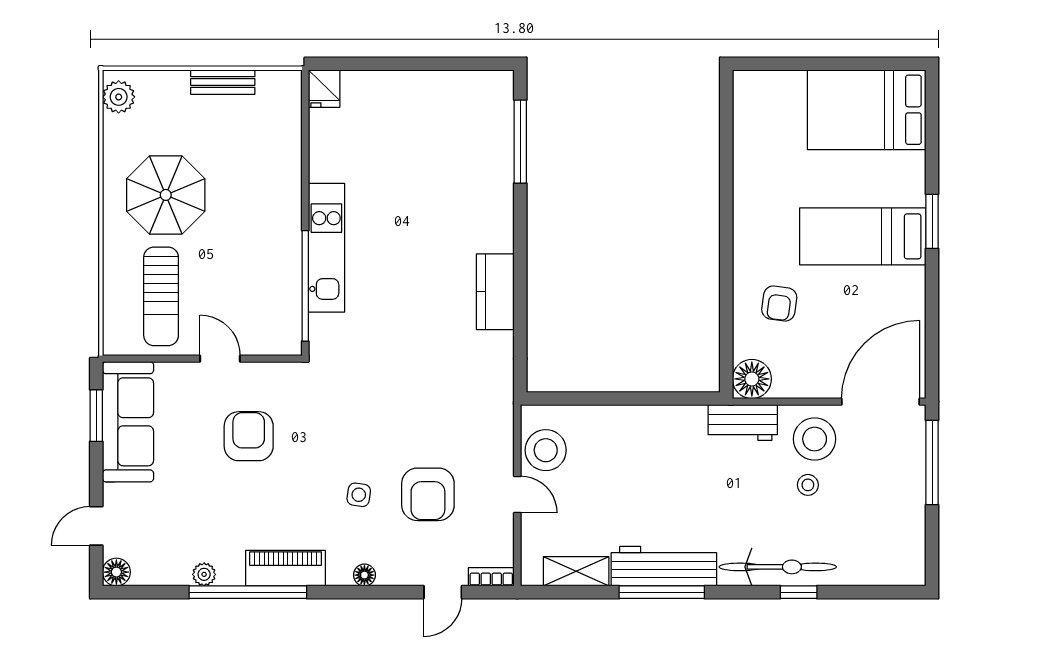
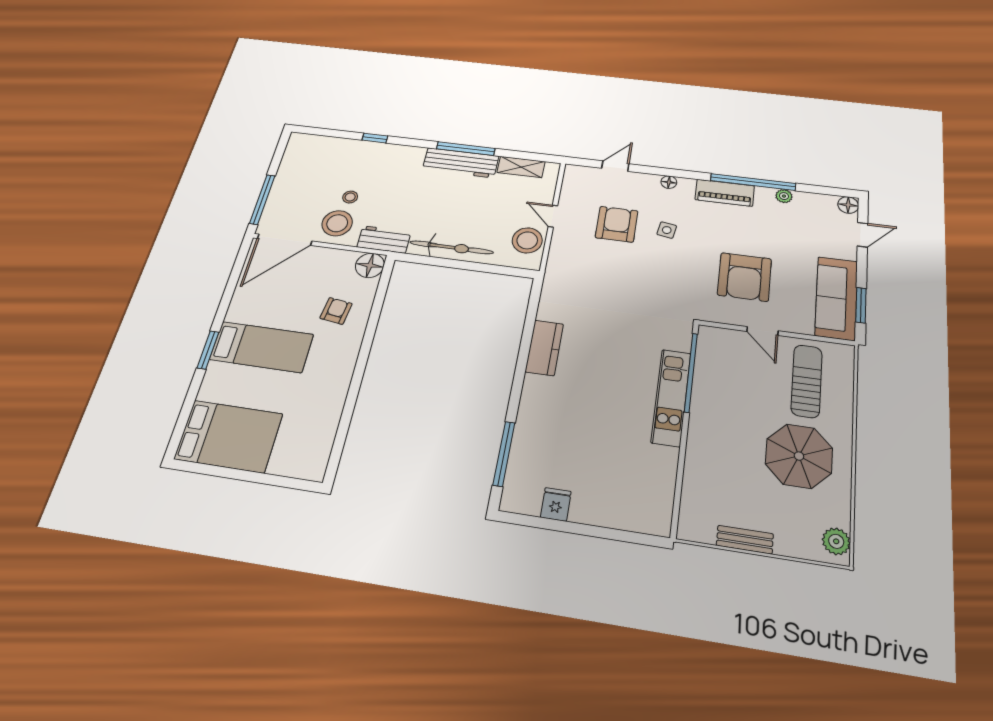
fridge: (324, 89) -> (556, 504), moved
armchair: (249, 436) -> (744, 277), width x1.36, depth x1.36
bicycle: (778, 567) -> (451, 247), moved, turned 180
bookcase: (491, 577) -> (580, 171), removed

